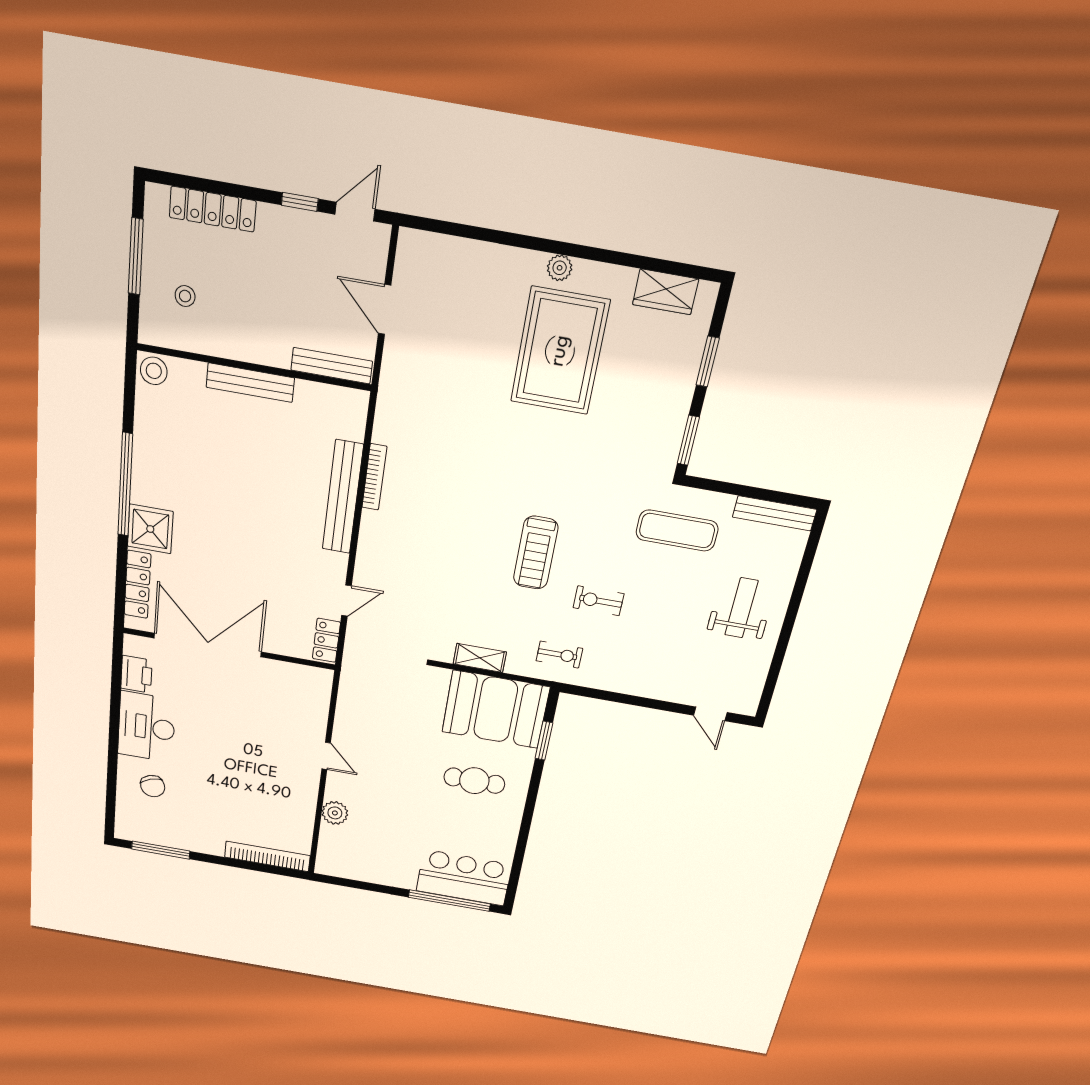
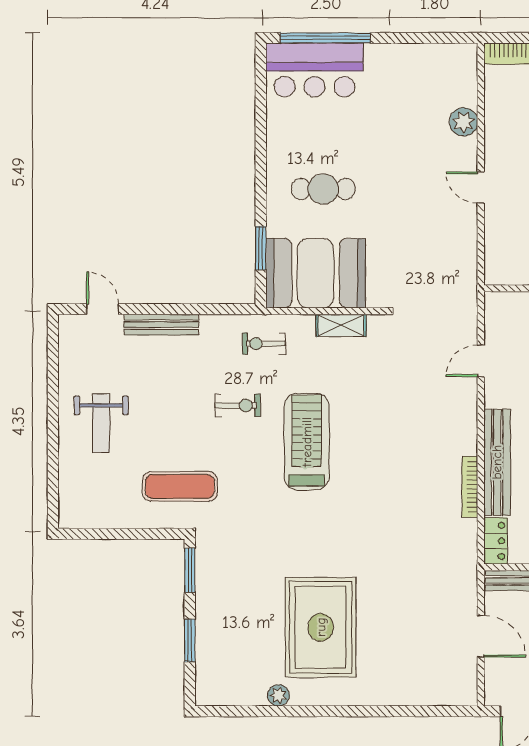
plant: (560, 268) -> (278, 695), moved
wardrobe: (665, 292) -> (240, 691), removed
bench: (775, 513) -> (161, 325), moved
treadmill: (536, 553) -> (307, 442), width x1.37, depth x1.38
locker: (326, 640) -> (496, 541), moved

